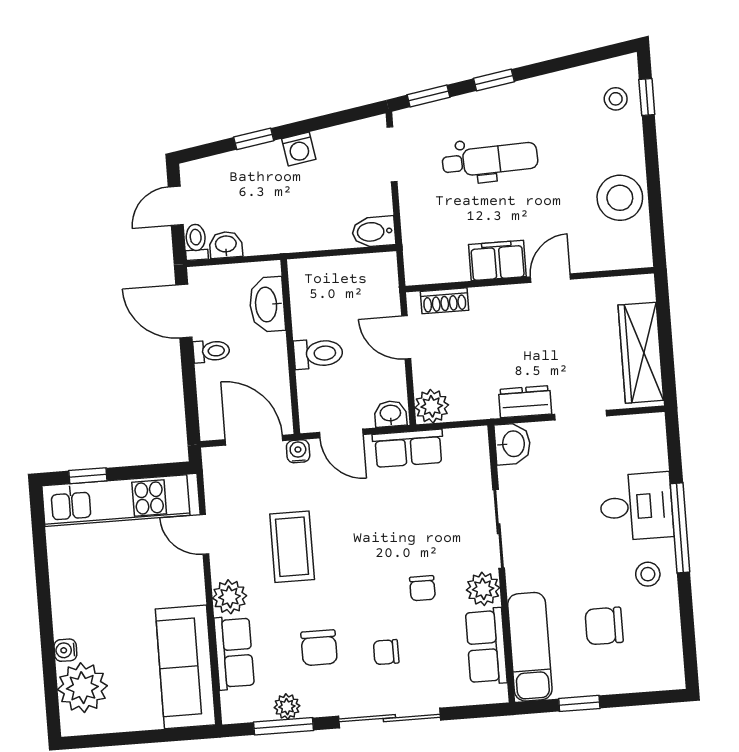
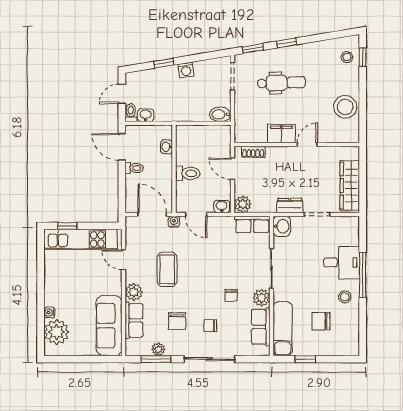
washbasin: (267, 304) -> (167, 147), width x0.52, depth x0.69
row of seats: (408, 448) -> (252, 224), moved

